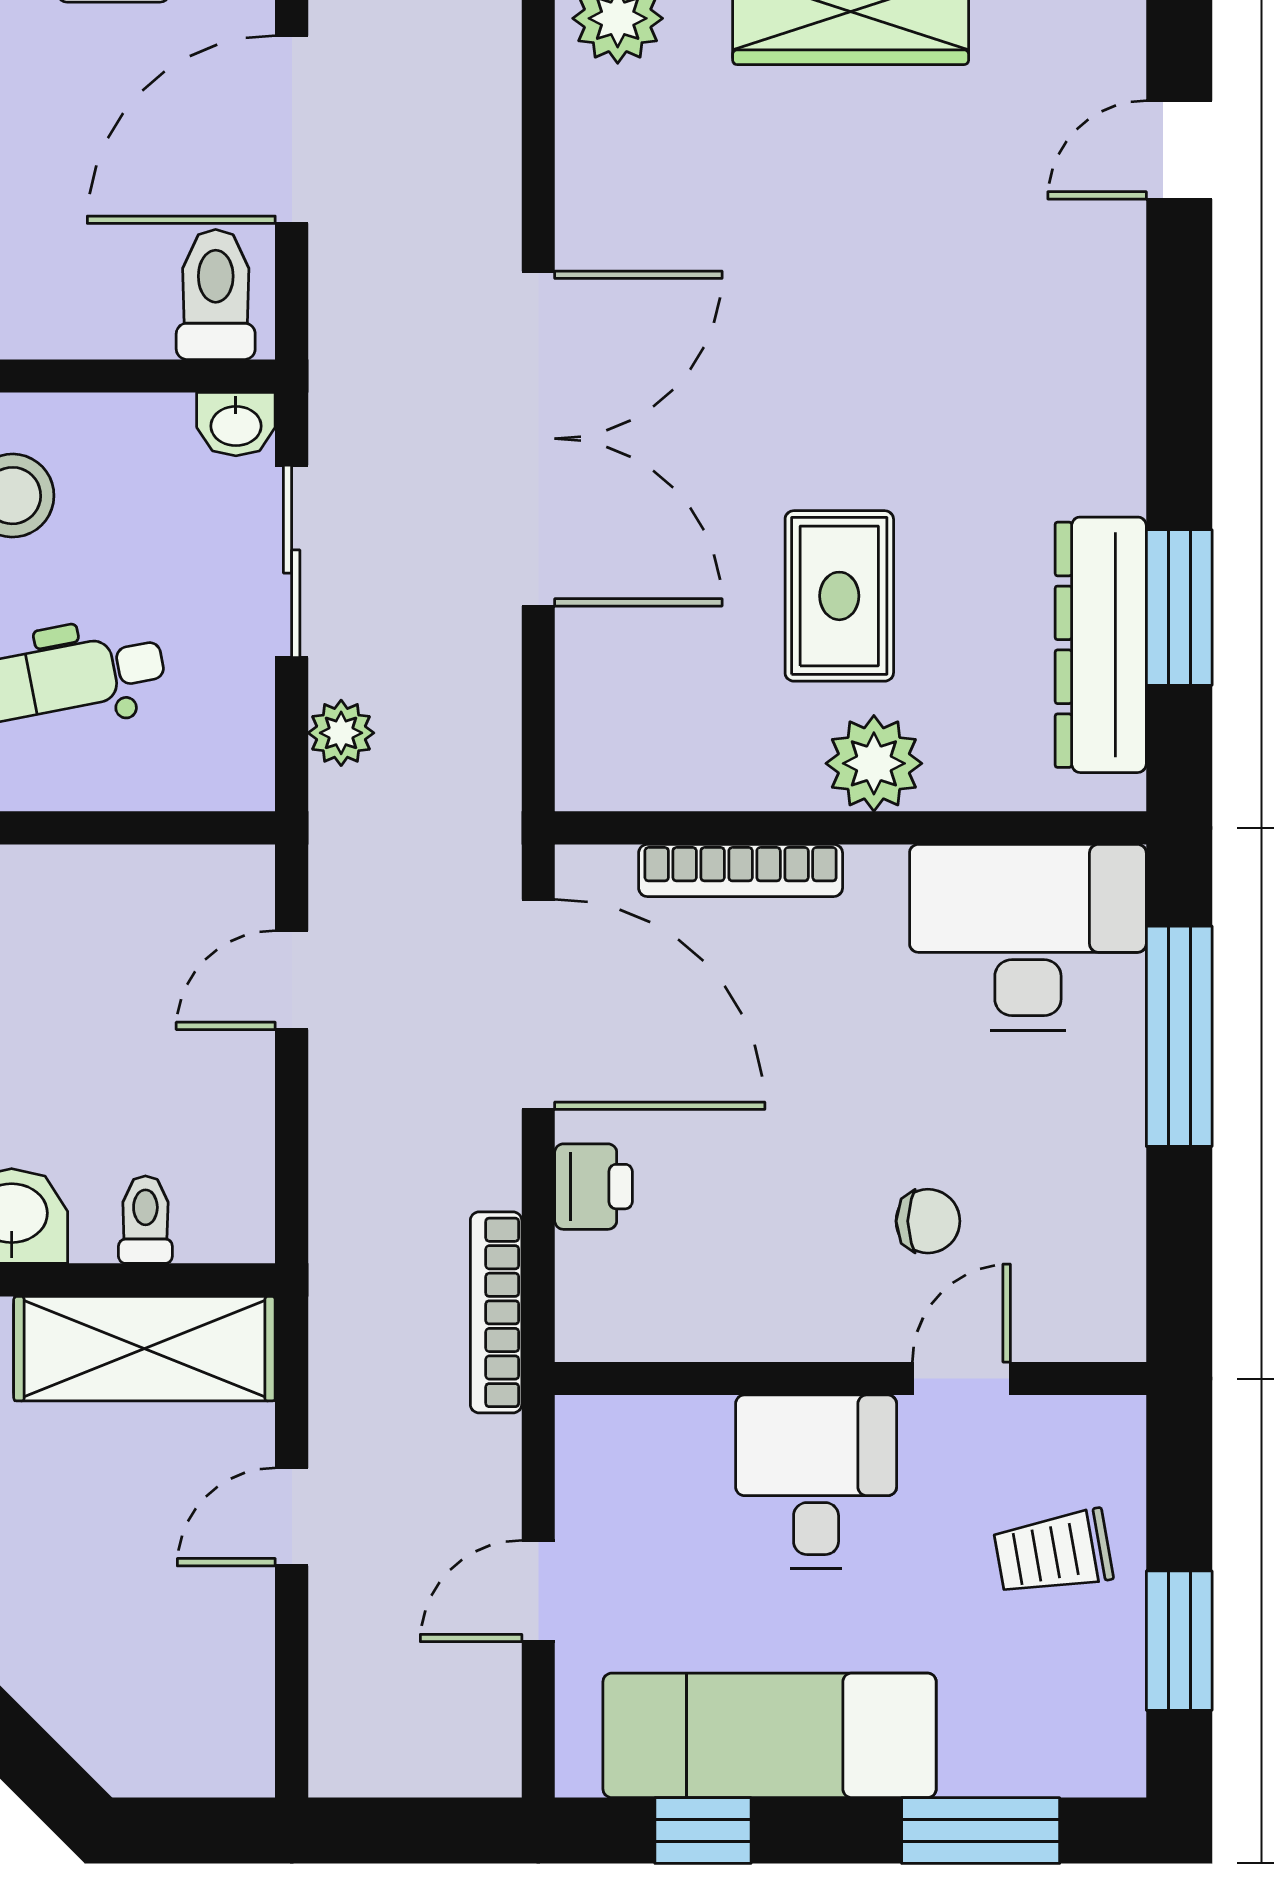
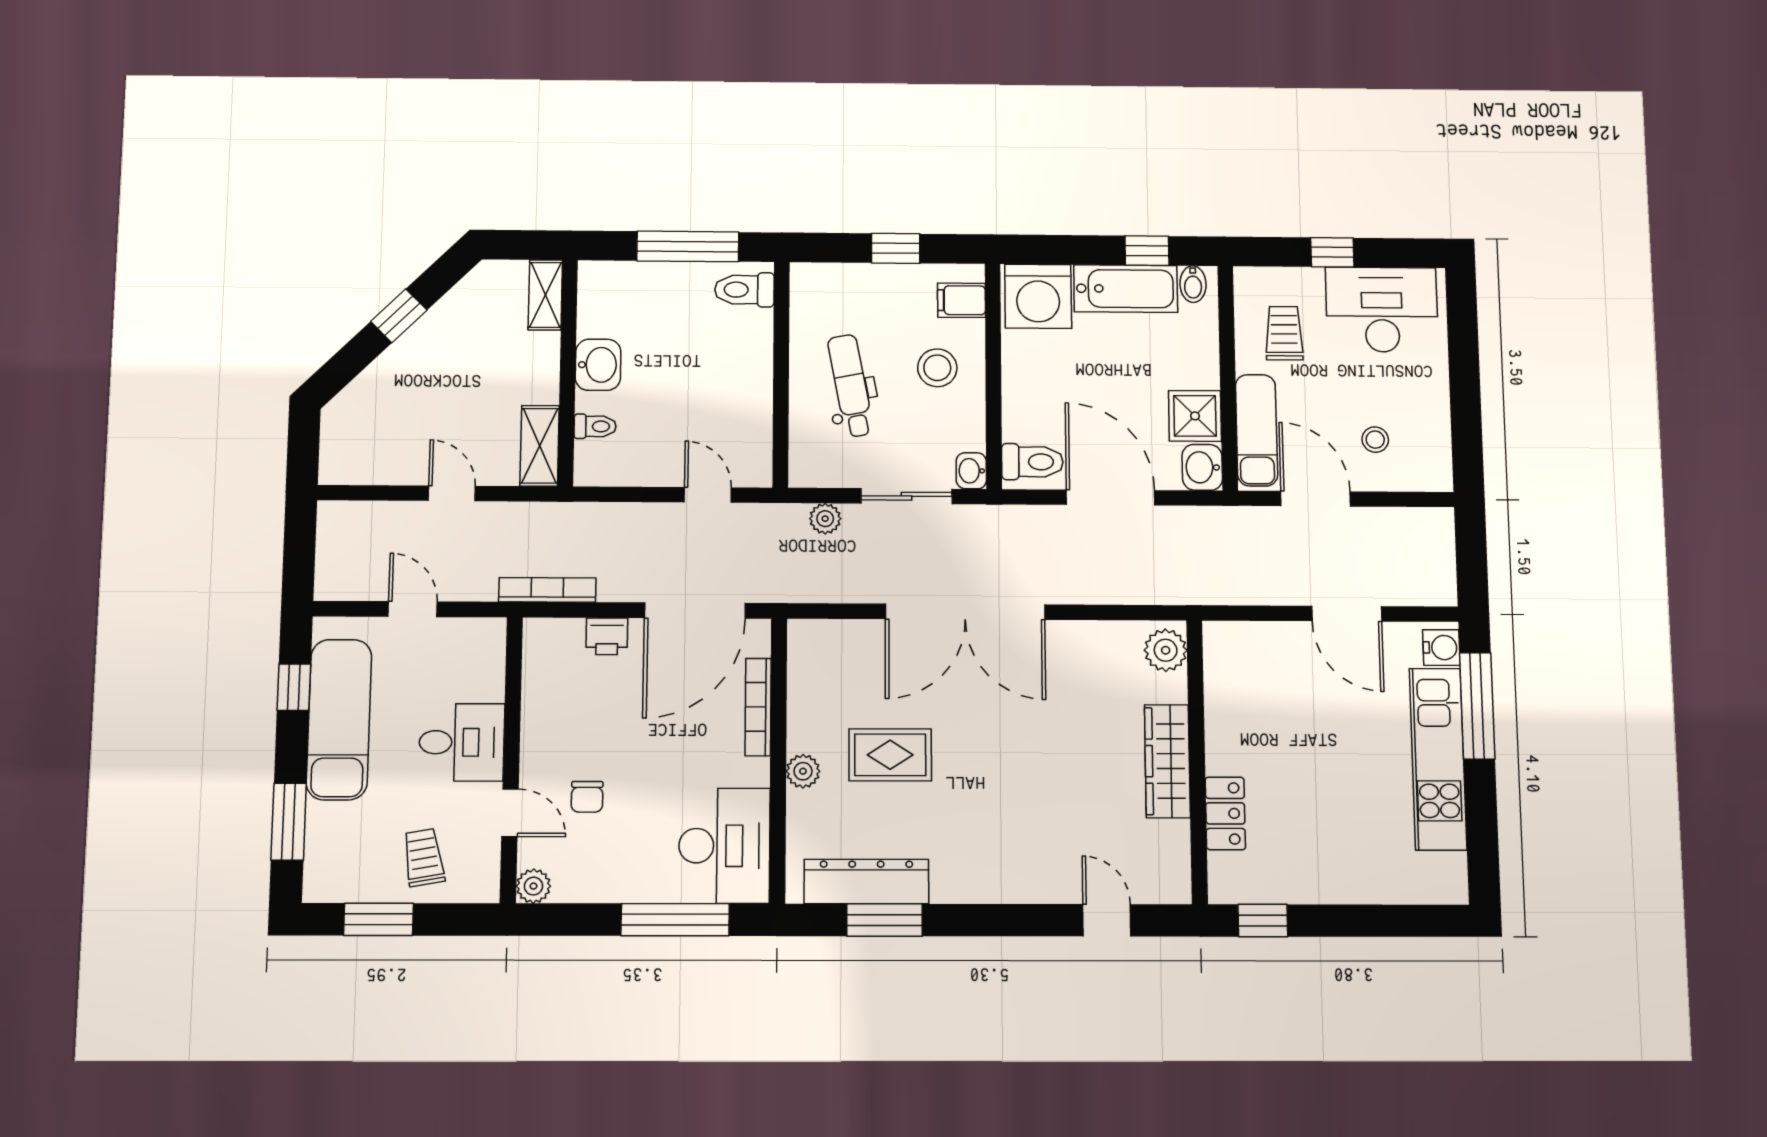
plant: (874, 763) -> (803, 771), width x0.73, depth x0.73
plant: (1111, 1327) -> (533, 886), added
shelving: (144, 1349) -> (540, 446), width x0.67, depth x0.75

